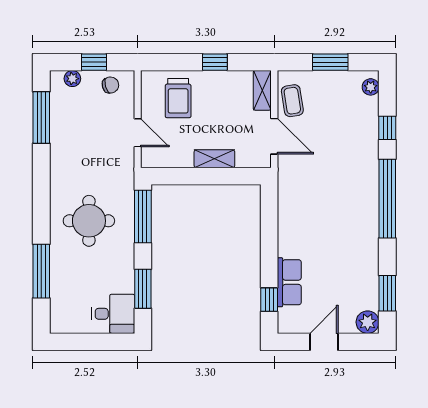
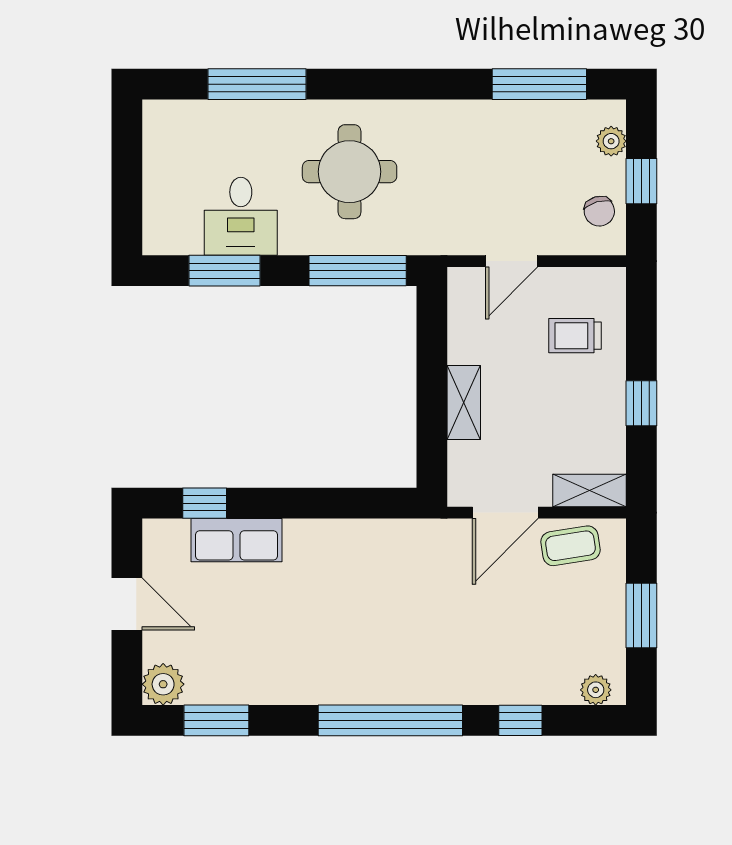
trolley: (178, 98) -> (575, 336), width x0.73, depth x0.72
desk: (113, 314) -> (241, 216), moved

